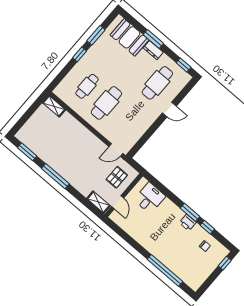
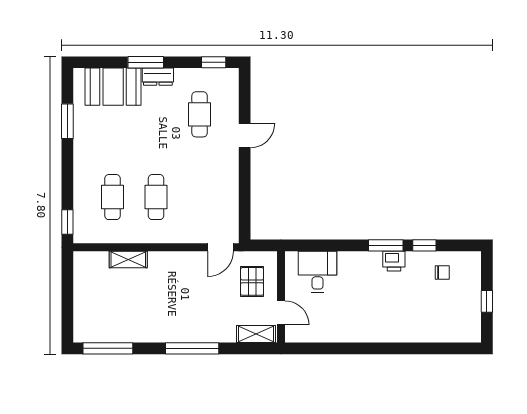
window: (80, 54) -> (67, 222), moved
cafe table: (157, 83) -> (200, 114), width x0.73, depth x0.74
cafe table: (106, 103) -> (156, 197), width x0.73, depth x0.74
shelving: (54, 106) -> (128, 260), moved
window: (27, 152) -> (108, 348), width x1.44
window: (55, 176) -> (192, 348), moved
window: (225, 263) -> (487, 301), moved
window: (165, 270) -> (418, 348), removed

